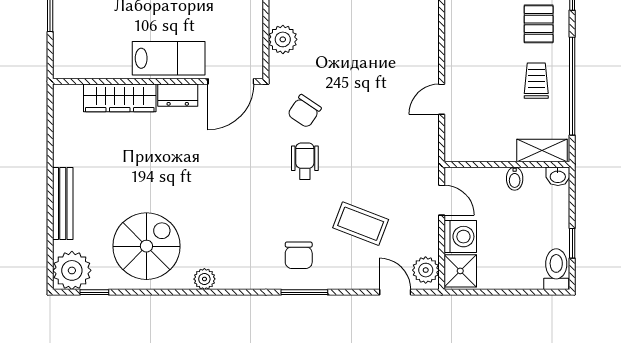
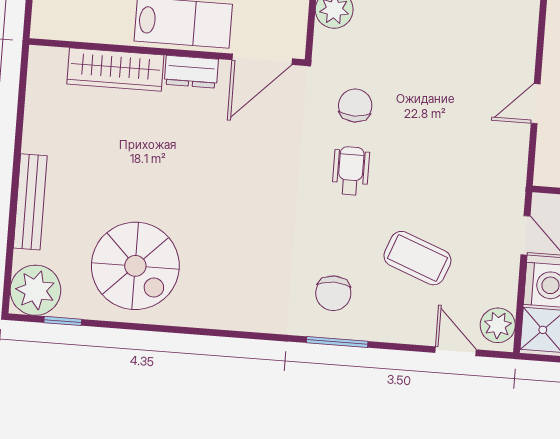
chair: (304, 111) -> (355, 106), turned 146
spiral stairs: (146, 246) -> (135, 266), turned 90
plant: (204, 279) -> (208, 315), removed

